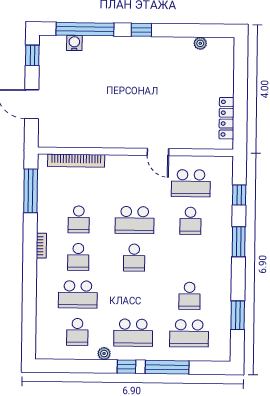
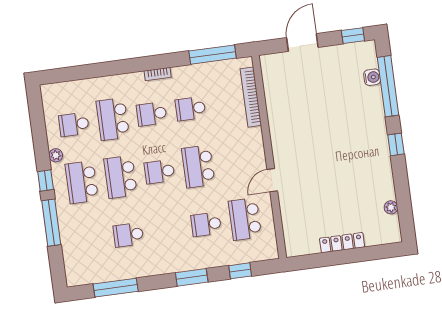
locker: (227, 118) -> (342, 243), moved
window: (238, 315) -> (116, 288), width x1.44
school desk: (189, 333) -> (121, 177), moved

